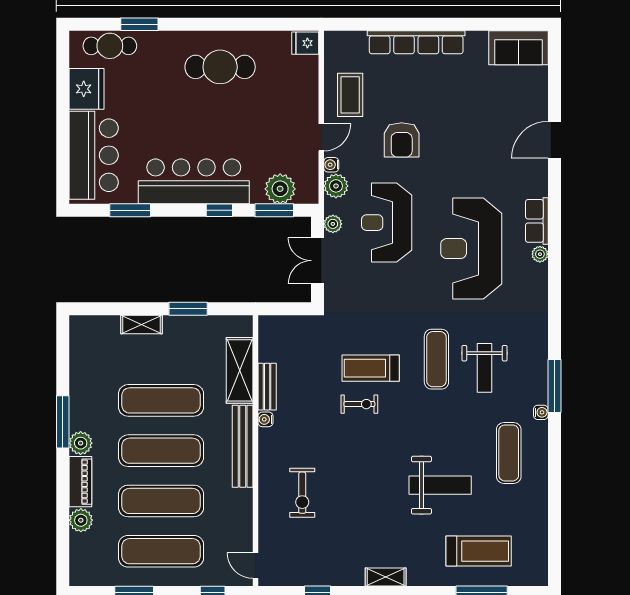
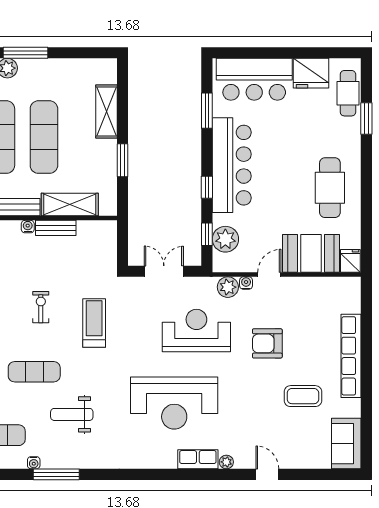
booth: (297, 89) -> (311, 253), added
coffee table: (350, 95) -> (303, 396), moved
door: (321, 137) -> (269, 274), swing flipped
door: (554, 140) -> (267, 474), width x0.73
window: (274, 210) -> (207, 234), width x0.67
plant: (333, 224) -> (195, 284), removed
reception desk: (471, 249) -> (174, 403), turned 180
plant: (540, 254) -> (226, 462), moved
shelving: (141, 325) -> (106, 111), width x1.50, depth x1.33
exercise mat: (436, 359) -> (34, 372), moved
treadmill: (371, 368) -> (94, 323), moved
exercise bike: (359, 404) -> (41, 307), turned 180

